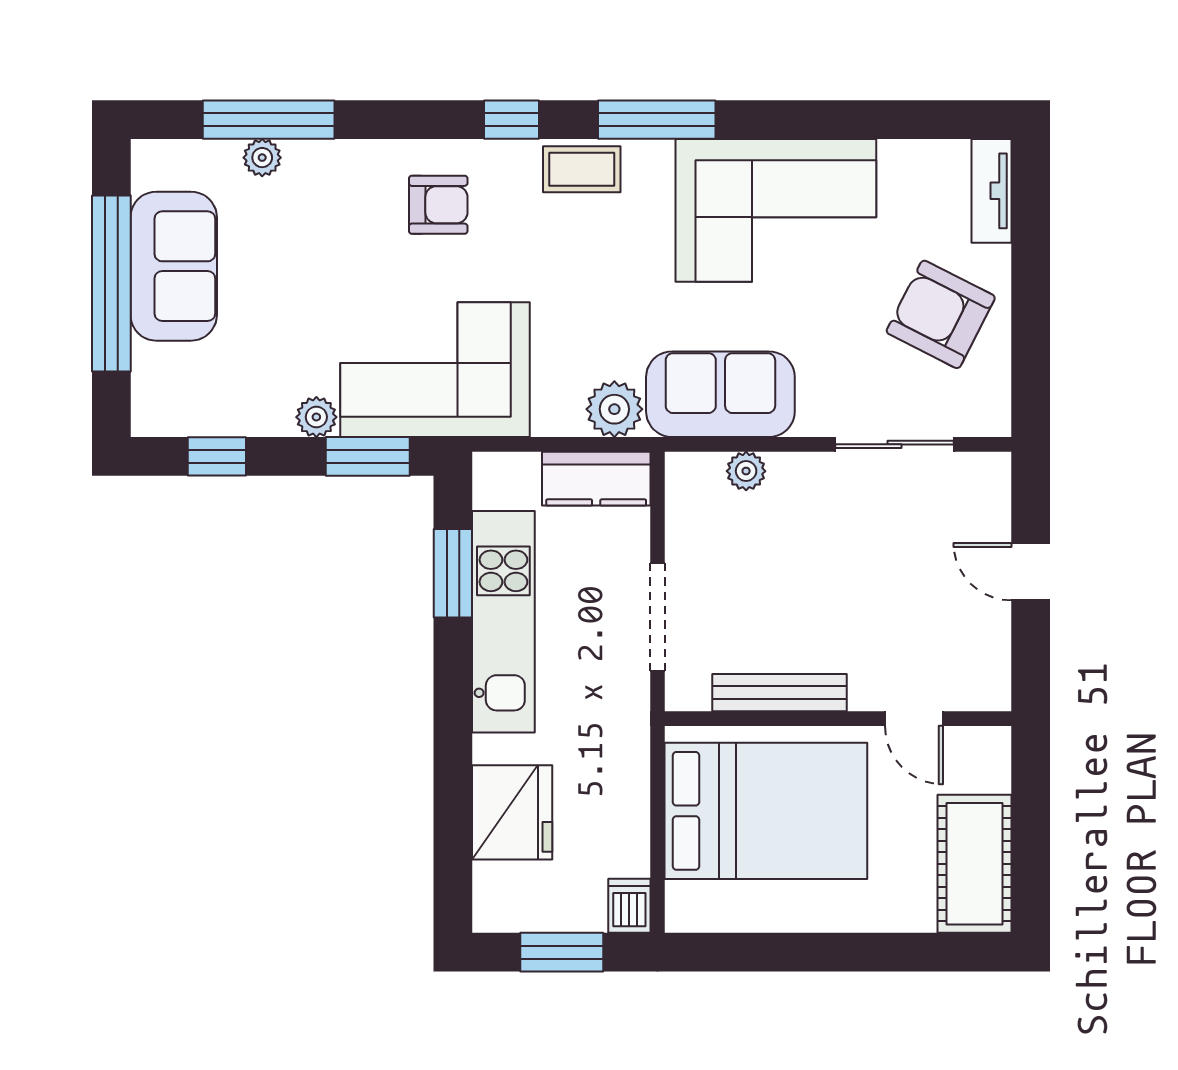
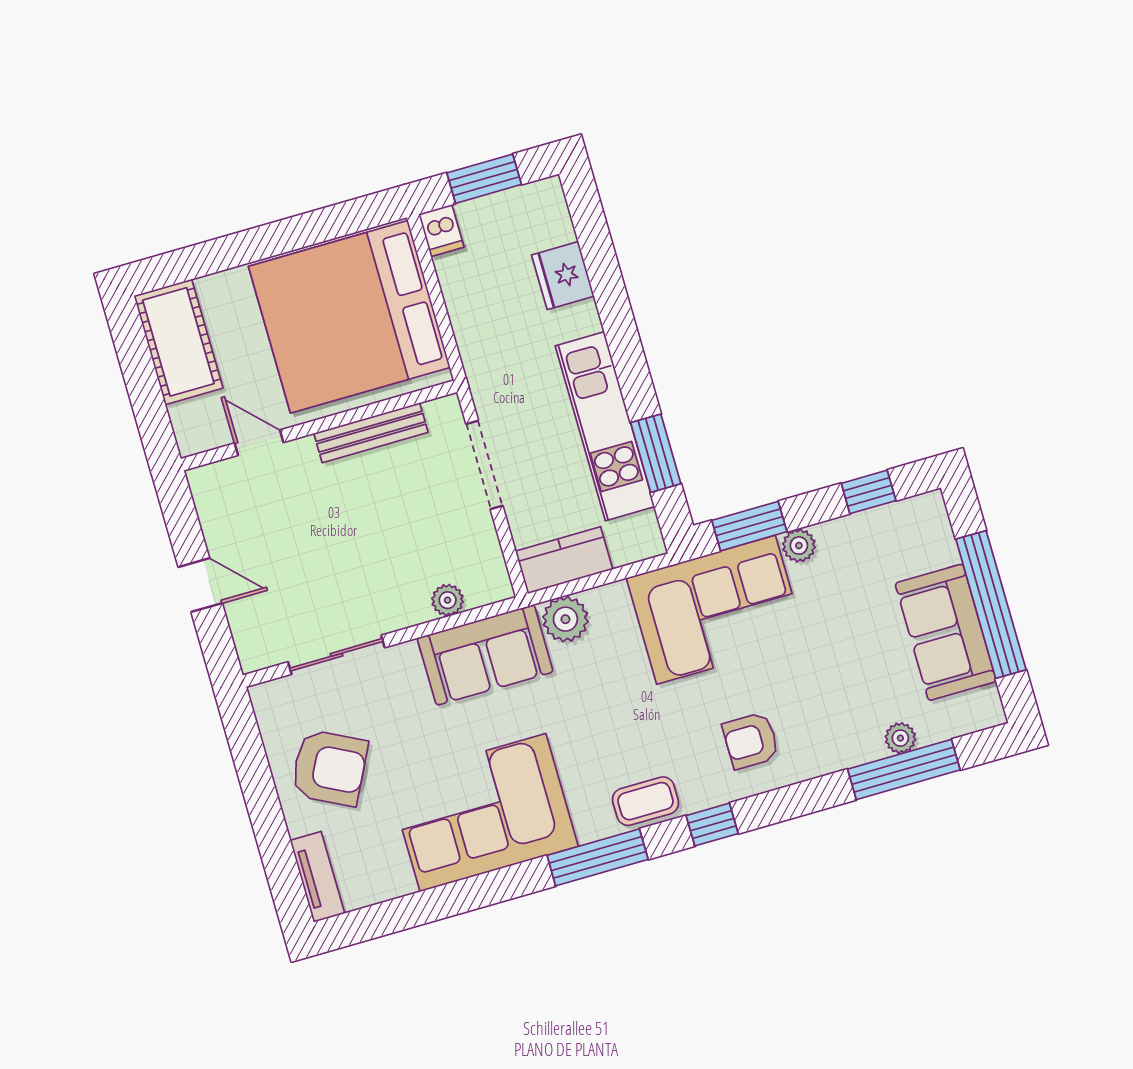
bed: (766, 811) -> (349, 317), width x1.36
fridge: (512, 812) -> (563, 276), width x0.73, depth x0.75

